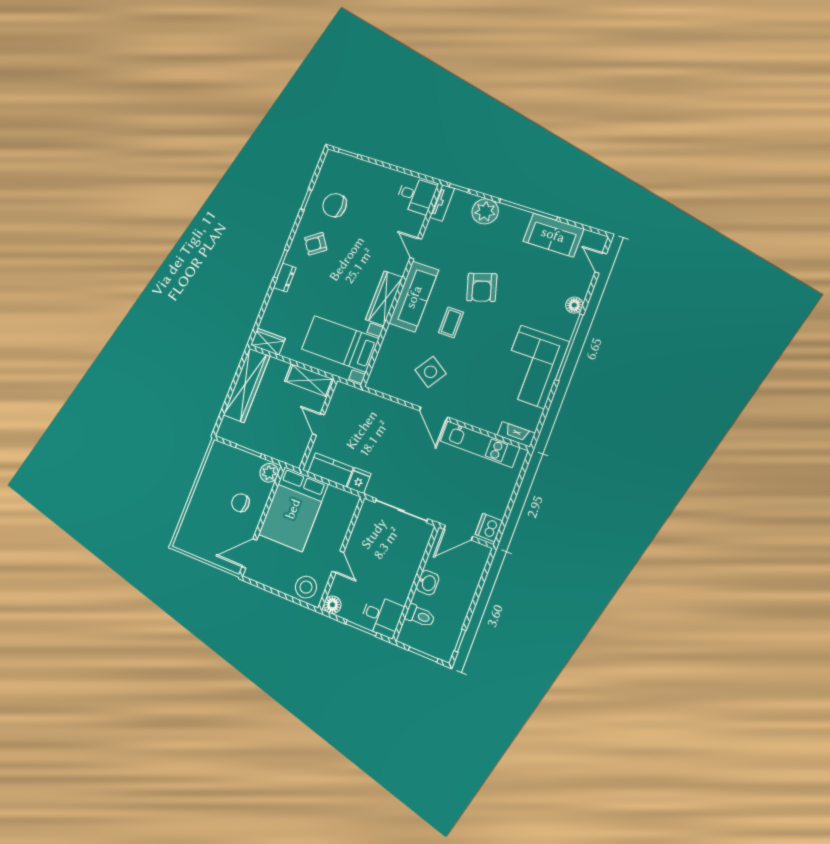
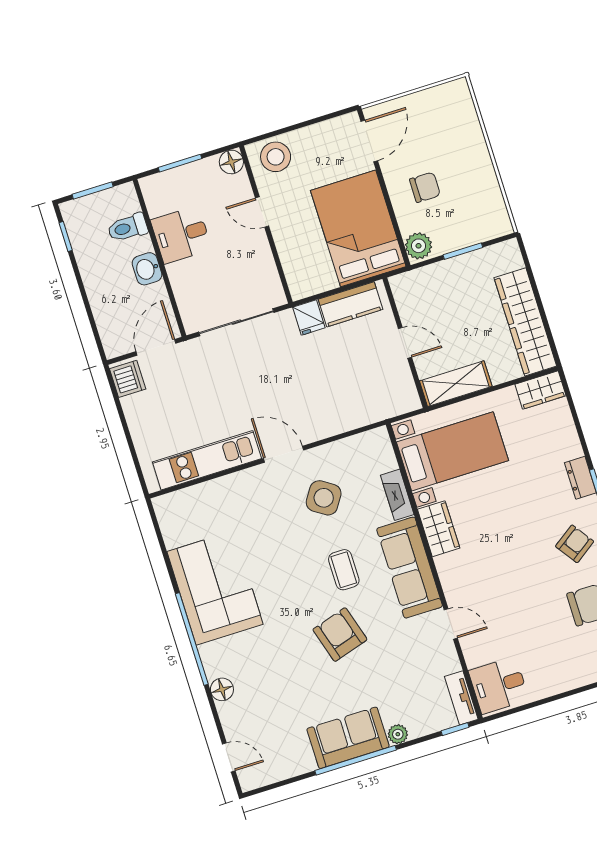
plant: (485, 211) -> (398, 734), width x0.53, depth x0.53
sofa: (553, 235) -> (348, 738), moved
wardrobe: (384, 298) -> (439, 529), width x0.67
fireplace: (516, 434) -> (397, 495), moved, turned 90
desk: (382, 616) -> (181, 235), moved

